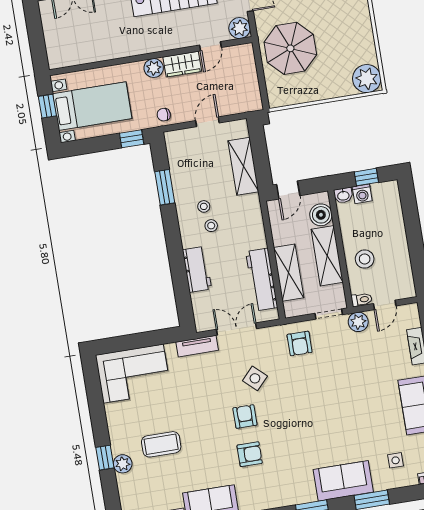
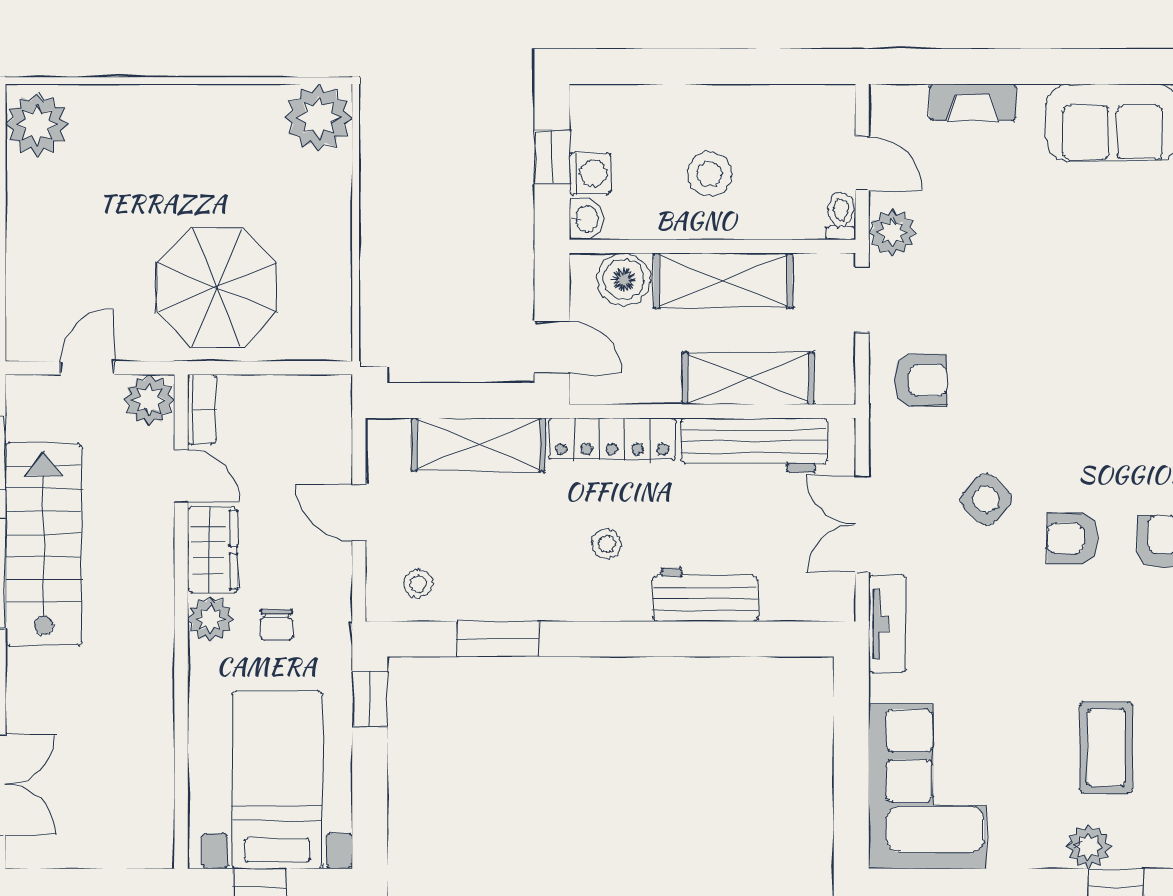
bookcase: (239, 50) -> (202, 409), added
chair: (164, 115) -> (277, 625), moved
stool: (204, 206) -> (418, 584), moved
locker: (255, 221) -> (612, 439), added
stool: (365, 259) -> (709, 174), moved
plant: (123, 464) -> (1088, 847), moved

